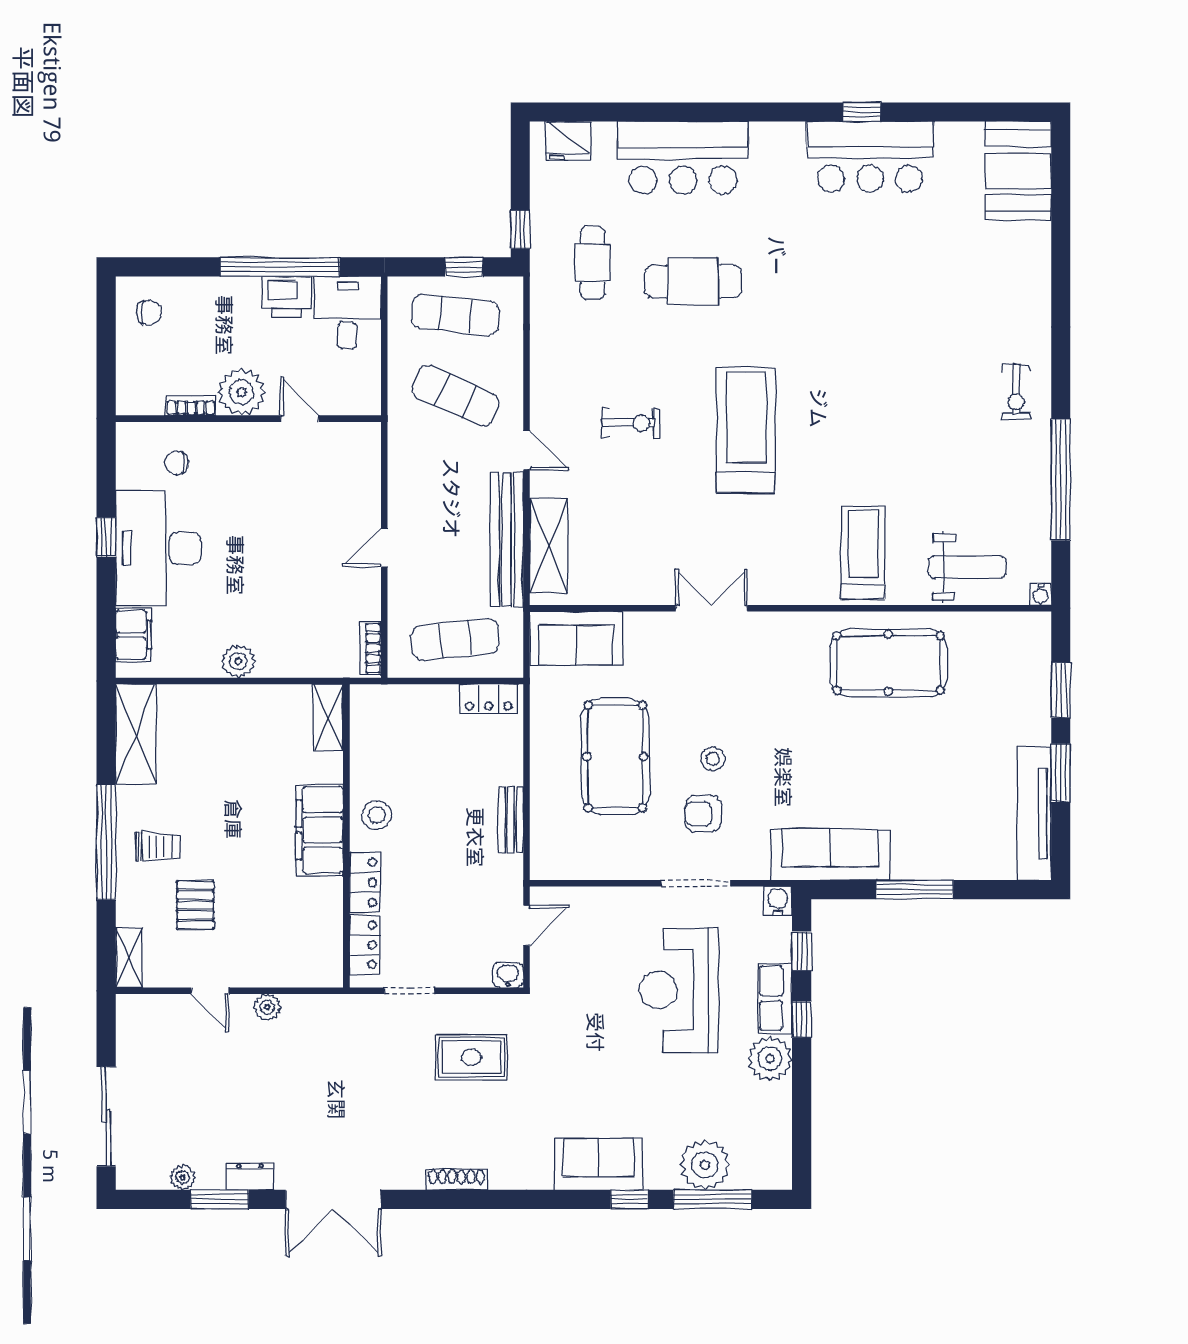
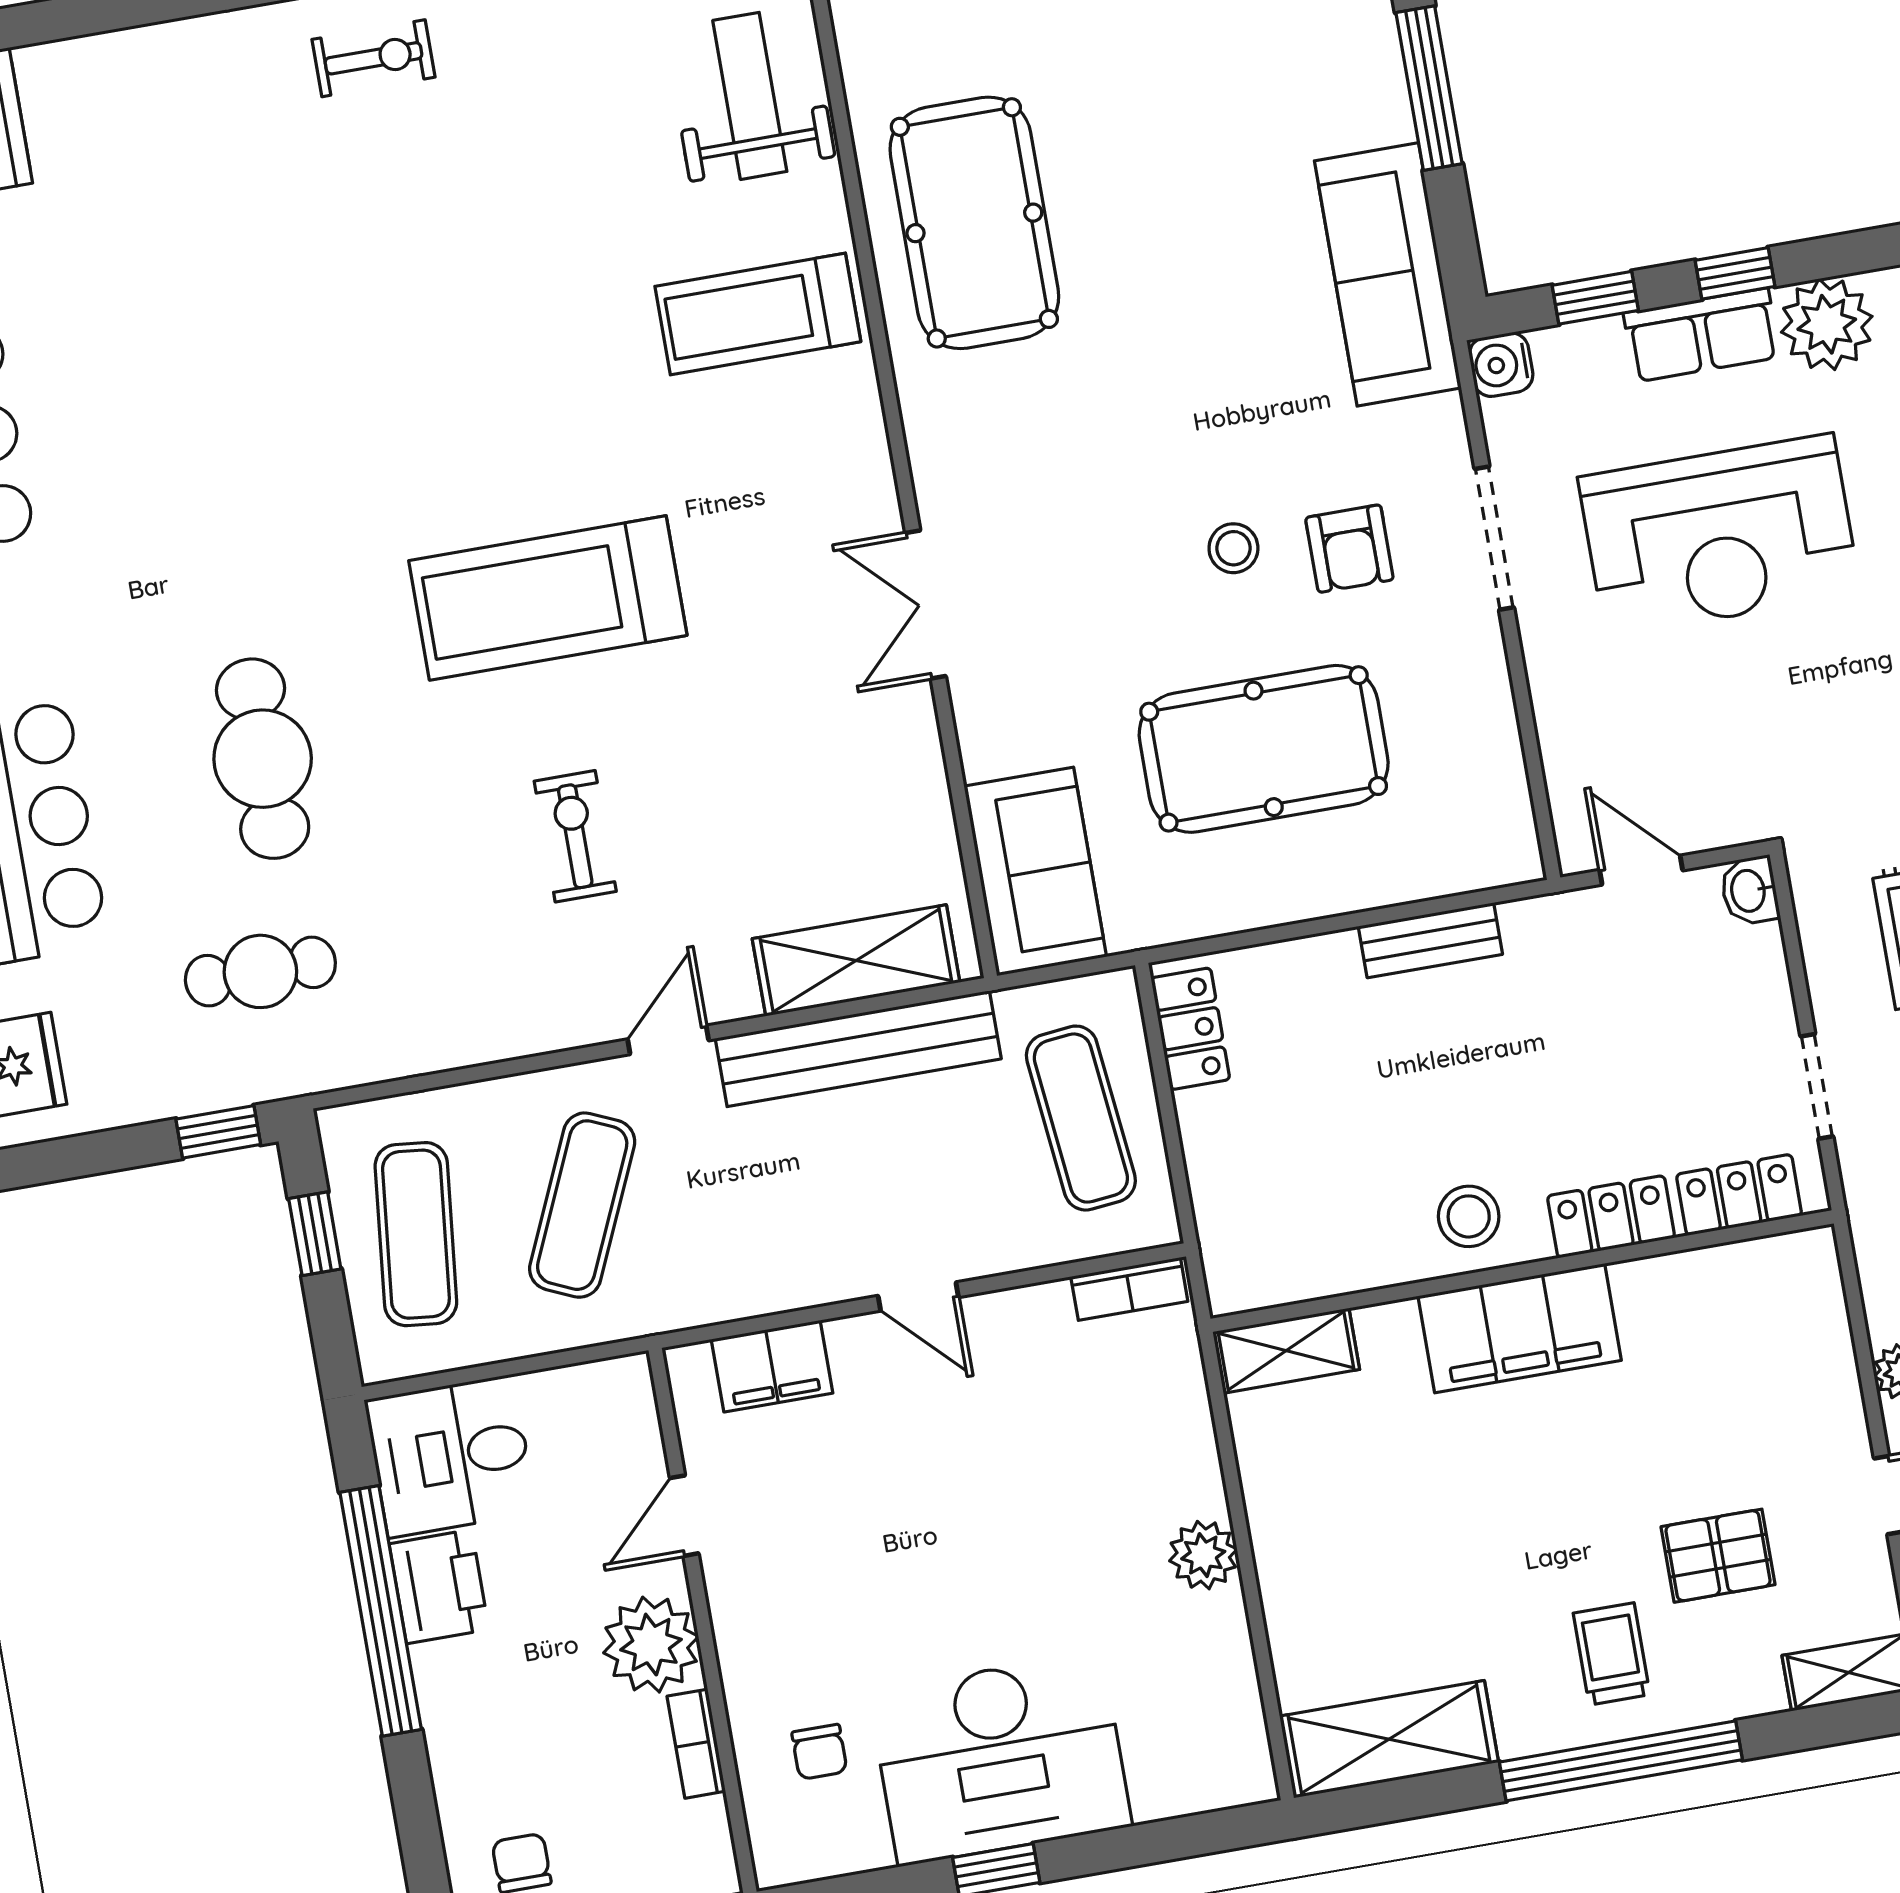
filing cabinet: (133, 635) -> (772, 1366), moved, turned 180

